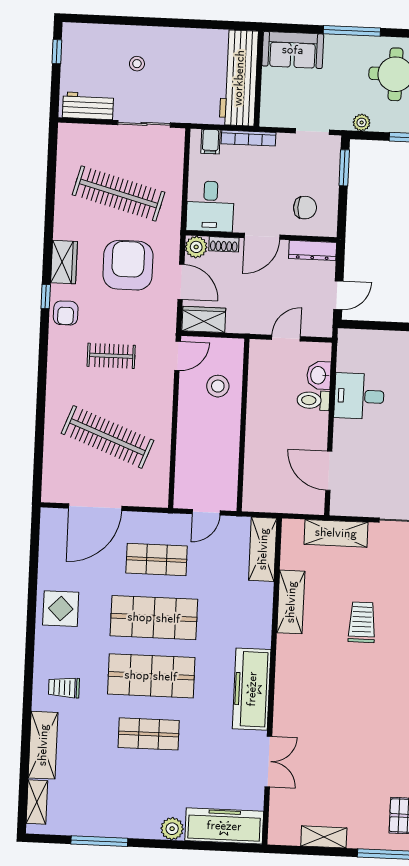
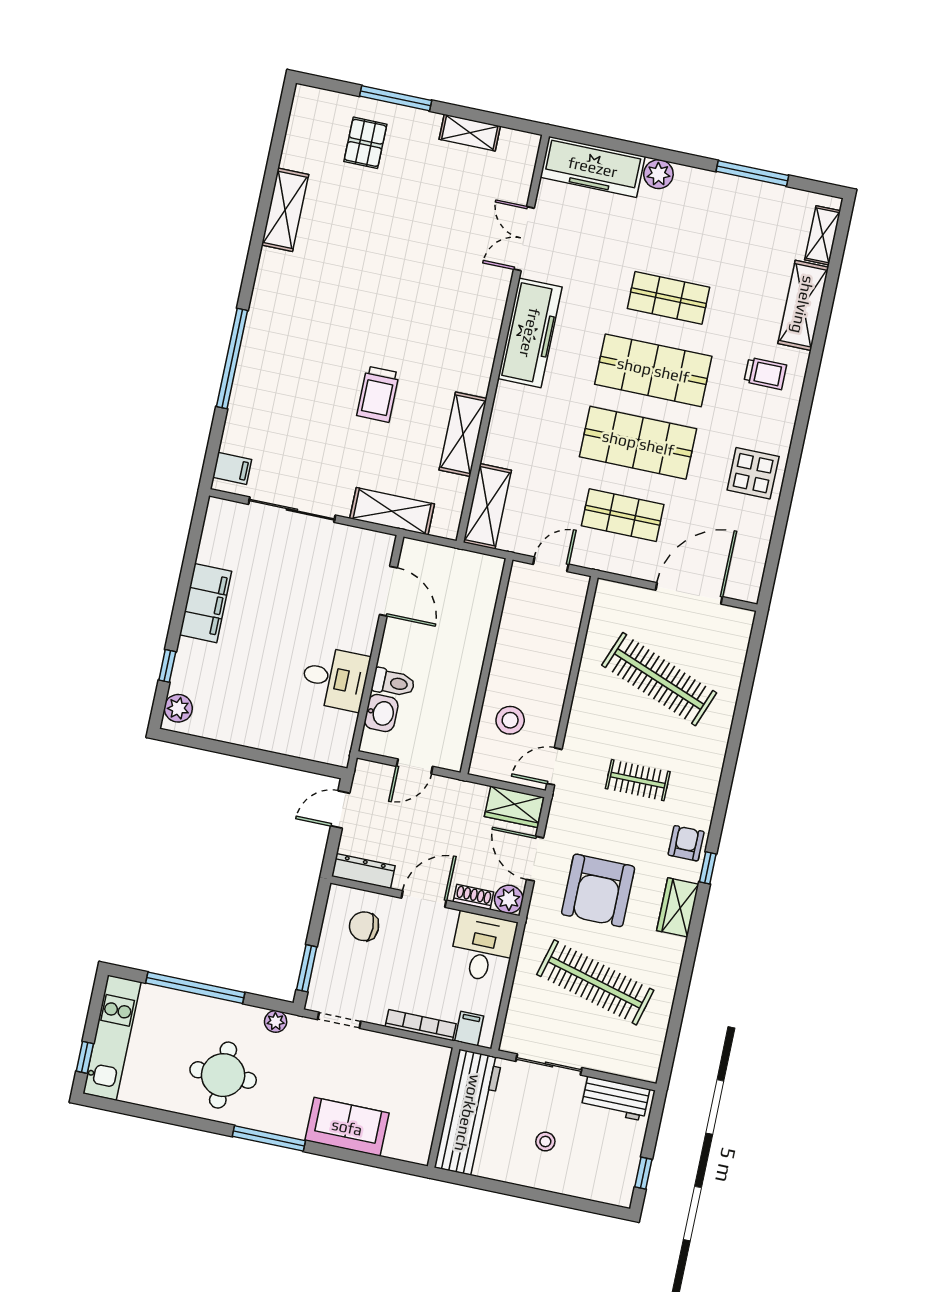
workbench: (239, 78) -> (468, 1113), moved
wall: (259, 79) -> (444, 1108), moved

